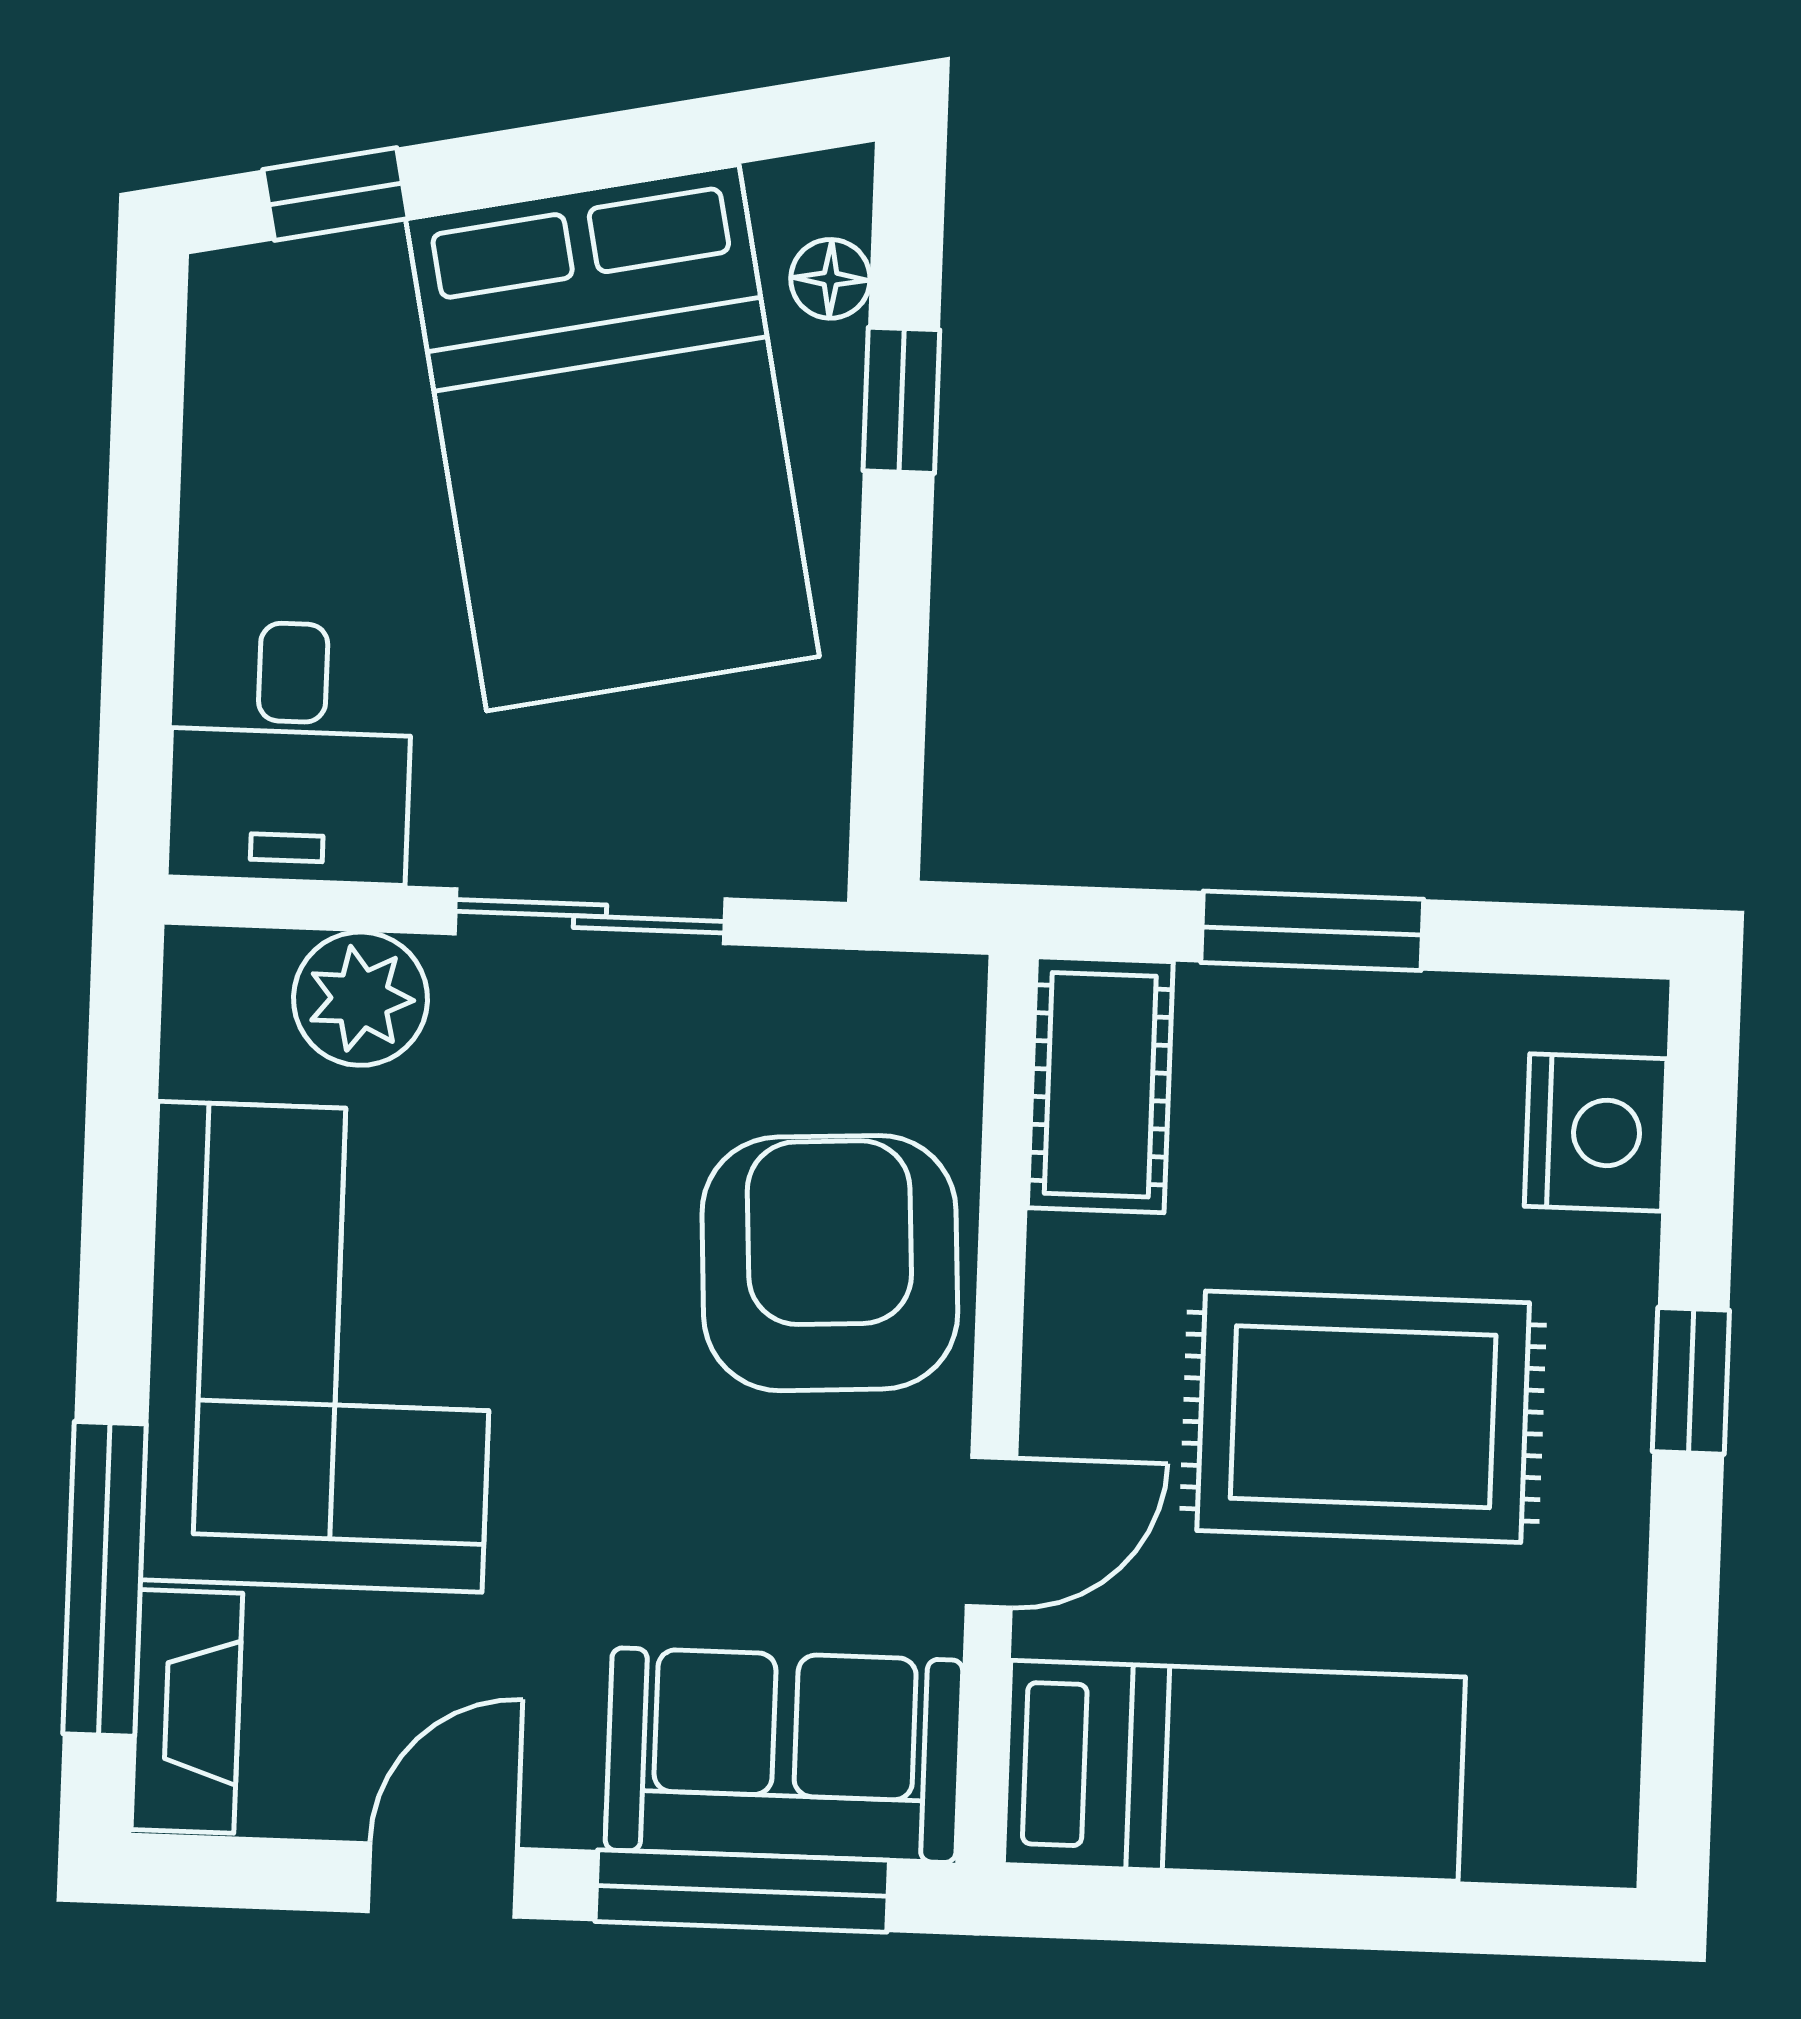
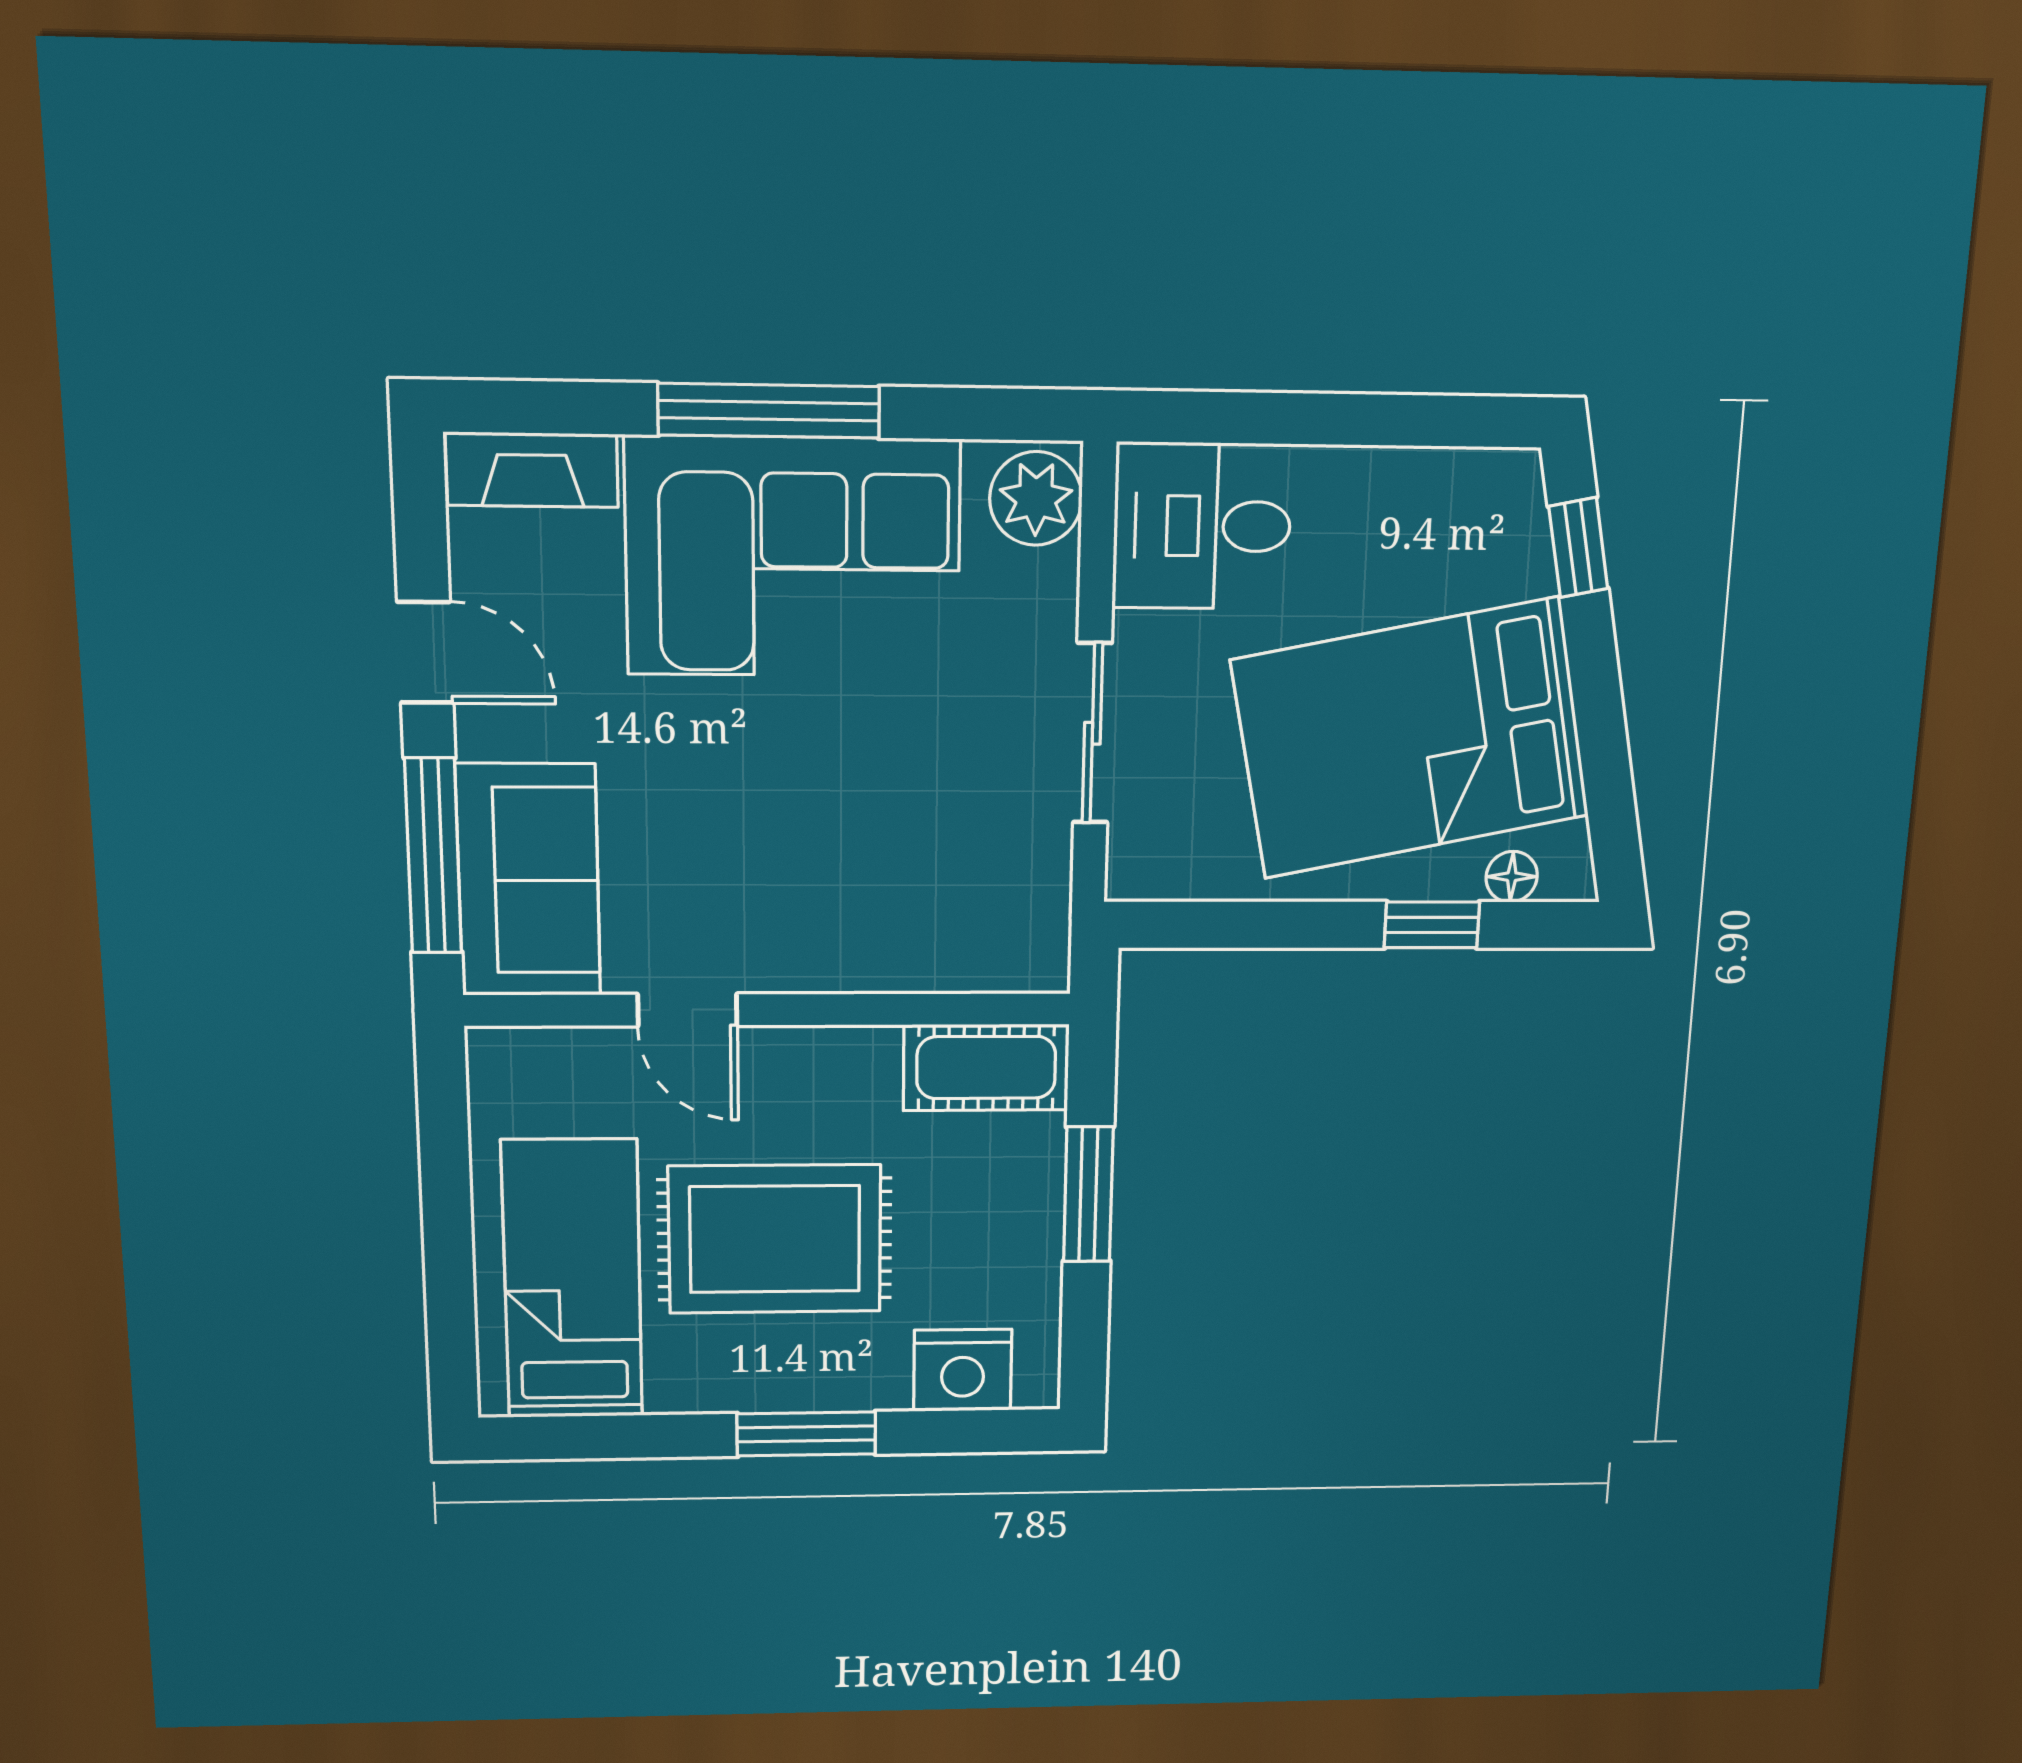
plant: (360, 999) -> (1036, 498), moved
armchair: (830, 1263) -> (863, 899), removed
window: (1691, 1381) -> (806, 1434), width x1.50
rug: (1363, 1417) -> (775, 1239), turned 90
window: (104, 1579) -> (769, 411), moved
bed: (1234, 1771) -> (572, 1280), moved, turned 180

